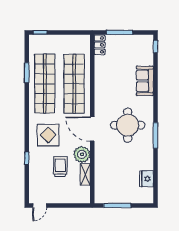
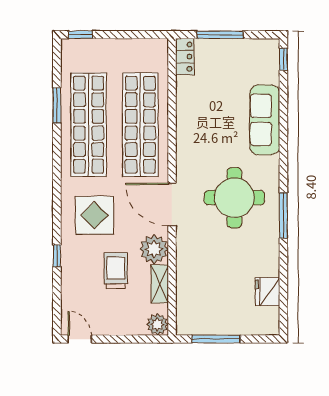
sofa: (145, 81) -> (265, 120), width x1.36
plant: (84, 197) -> (157, 324), added
door: (40, 206) -> (80, 339), swing flipped

